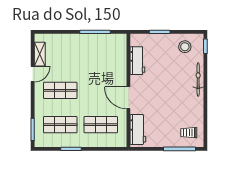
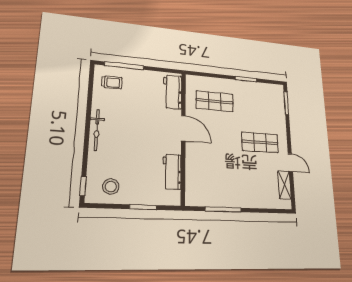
door: (33, 74) -> (290, 163), swing flipped
bicycle: (198, 79) -> (97, 130), moved
shop shelf: (60, 125) -> (258, 105), removed

